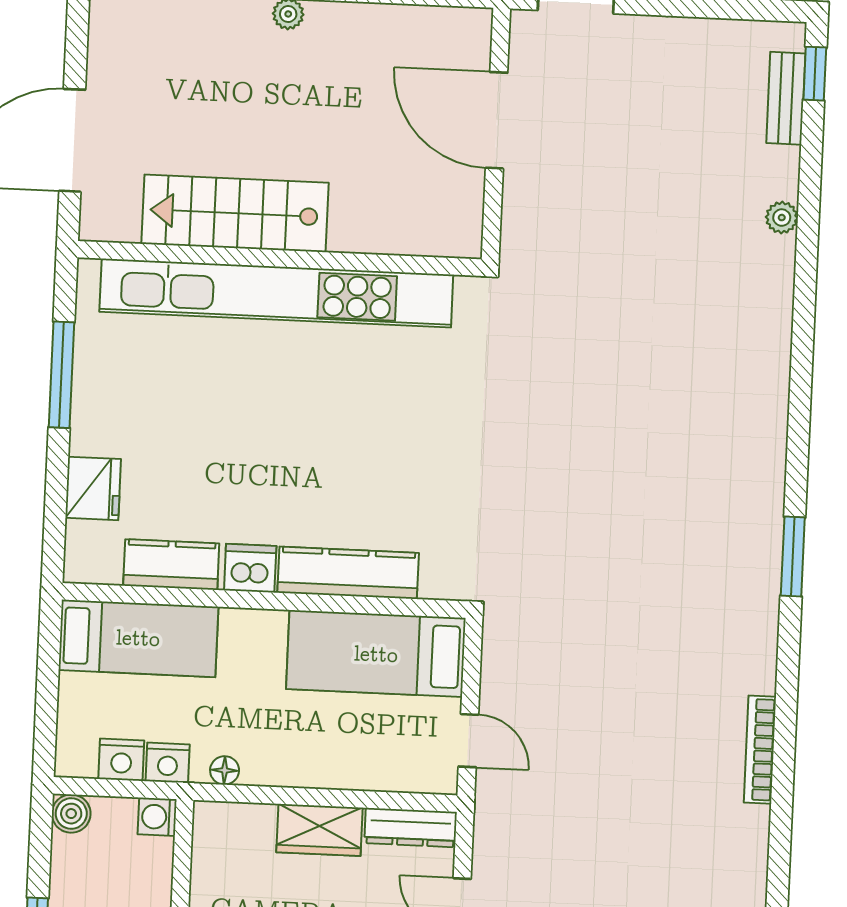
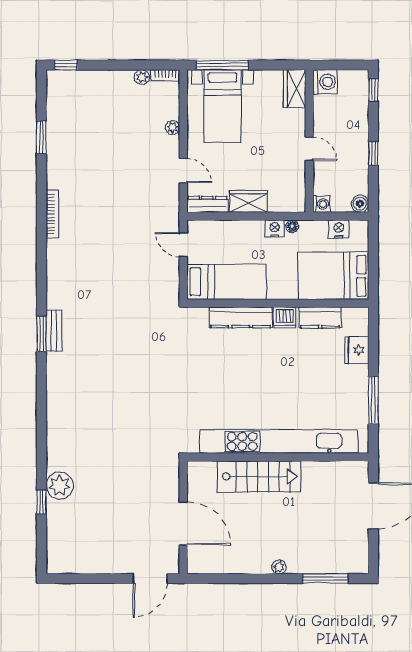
window: (815, 74) -> (41, 502), moved
bench: (786, 98) -> (54, 330), moved
stairs: (235, 213) -> (259, 476), moved
plant: (782, 218) -> (60, 486), width x1.87, depth x1.87
bed: (138, 638) -> (333, 276), width x1.50
bookcase: (760, 750) -> (52, 214), moved
nightstand: (168, 763) -> (275, 229), moved

